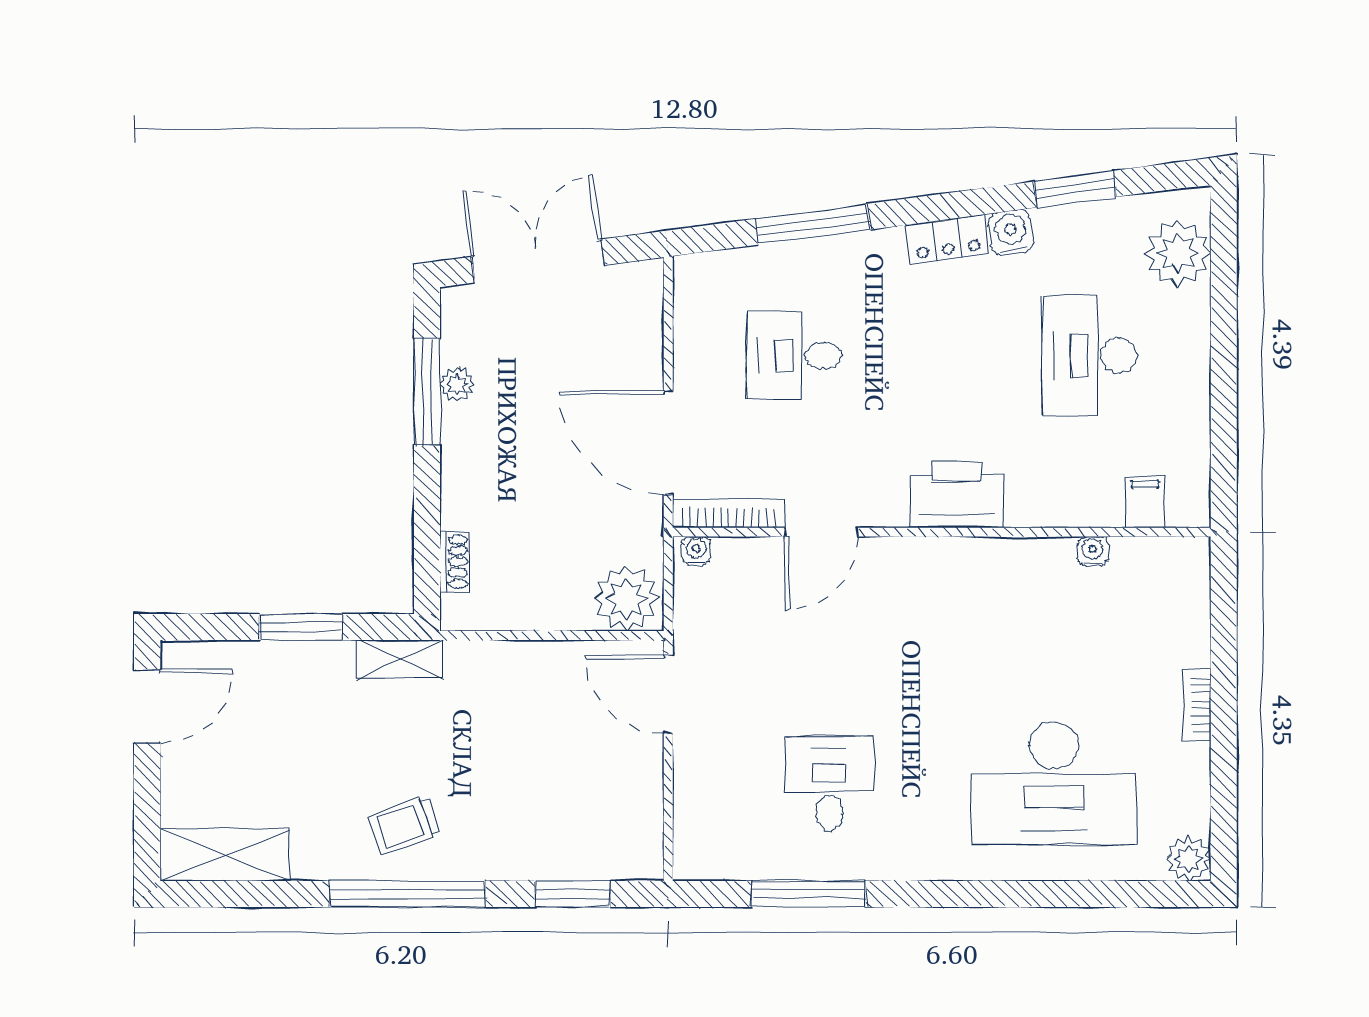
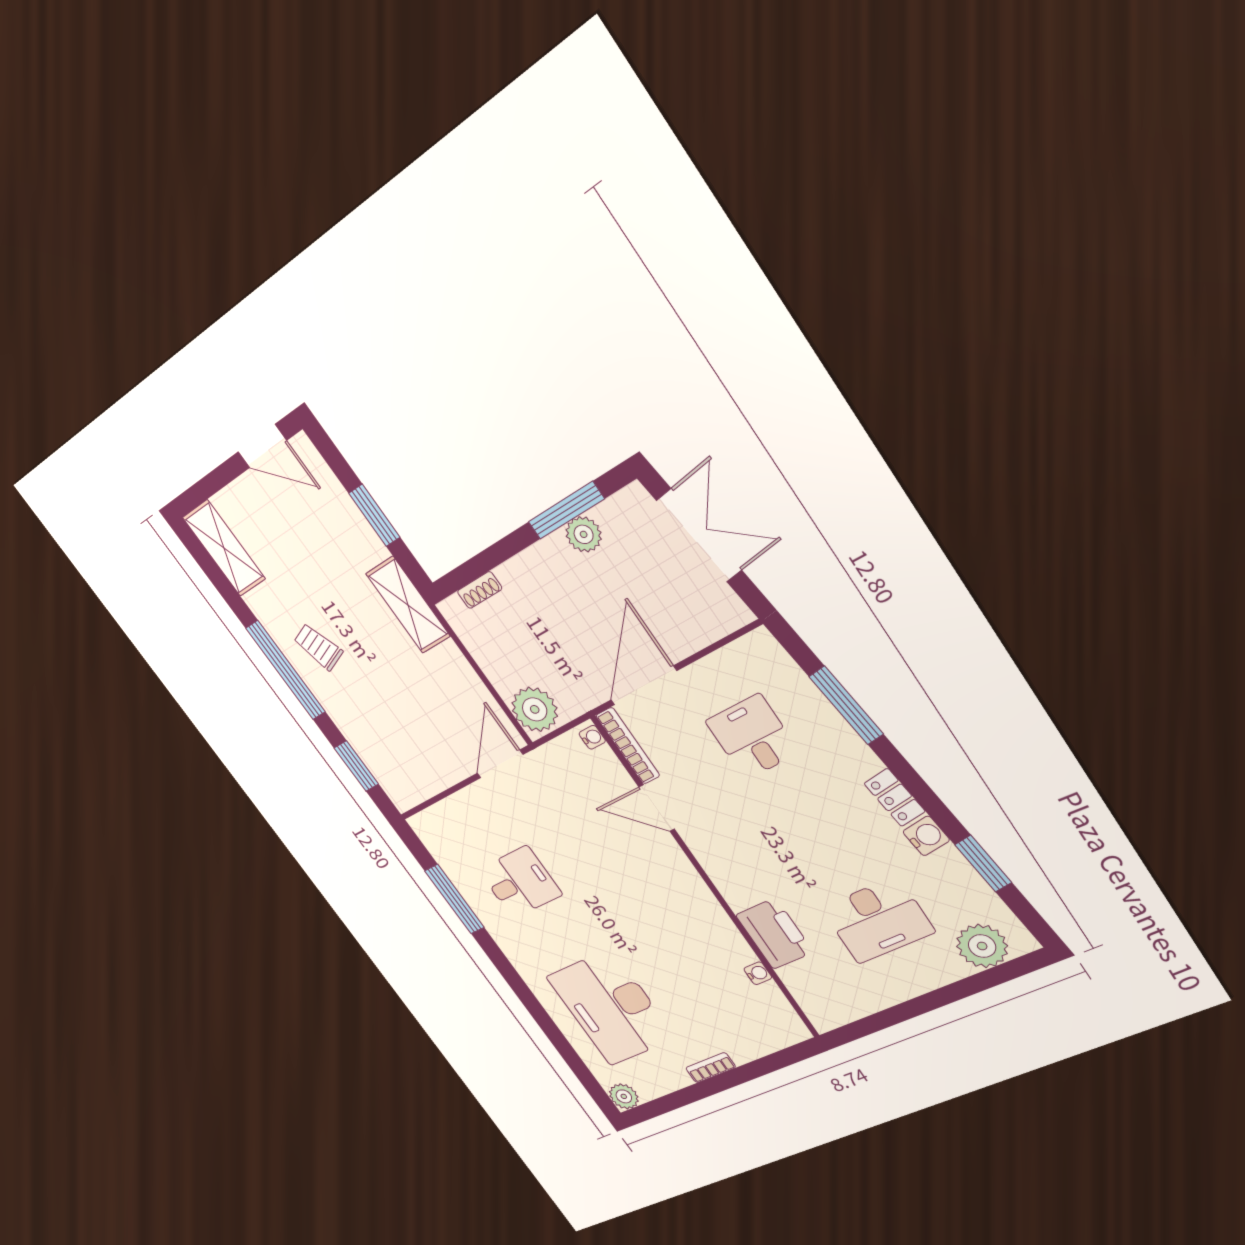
desk: (1089, 356) -> (878, 920), turned 180
plant: (457, 384) -> (584, 534), width x1.38, depth x1.38
printer: (957, 494) -> (774, 934), moved
filing cabinet: (1145, 502) -> (808, 991), removed
shelving: (400, 659) -> (408, 605), width x1.50, depth x1.33

